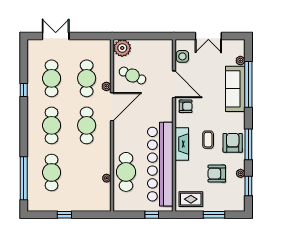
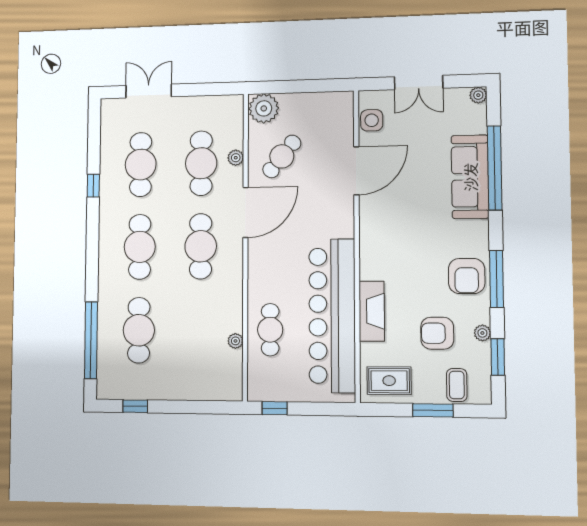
plant: (240, 61) -> (478, 95), moved
cafe table: (132, 75) -> (282, 156), turned -75
door: (174, 84) -> (356, 171), hinge flipped
plant: (106, 86) -> (236, 158), moved
armchair: (186, 106) -> (378, 210), removed
coffee table: (208, 140) -> (457, 385), moved
armchair: (233, 143) -> (467, 276), turned 180
fireplace: (182, 144) -> (372, 311), moved
cafe table: (126, 172) -> (270, 330), width x0.73, depth x0.74
window: (64, 215) -> (135, 406), moved
window: (152, 215) -> (275, 408), moved

